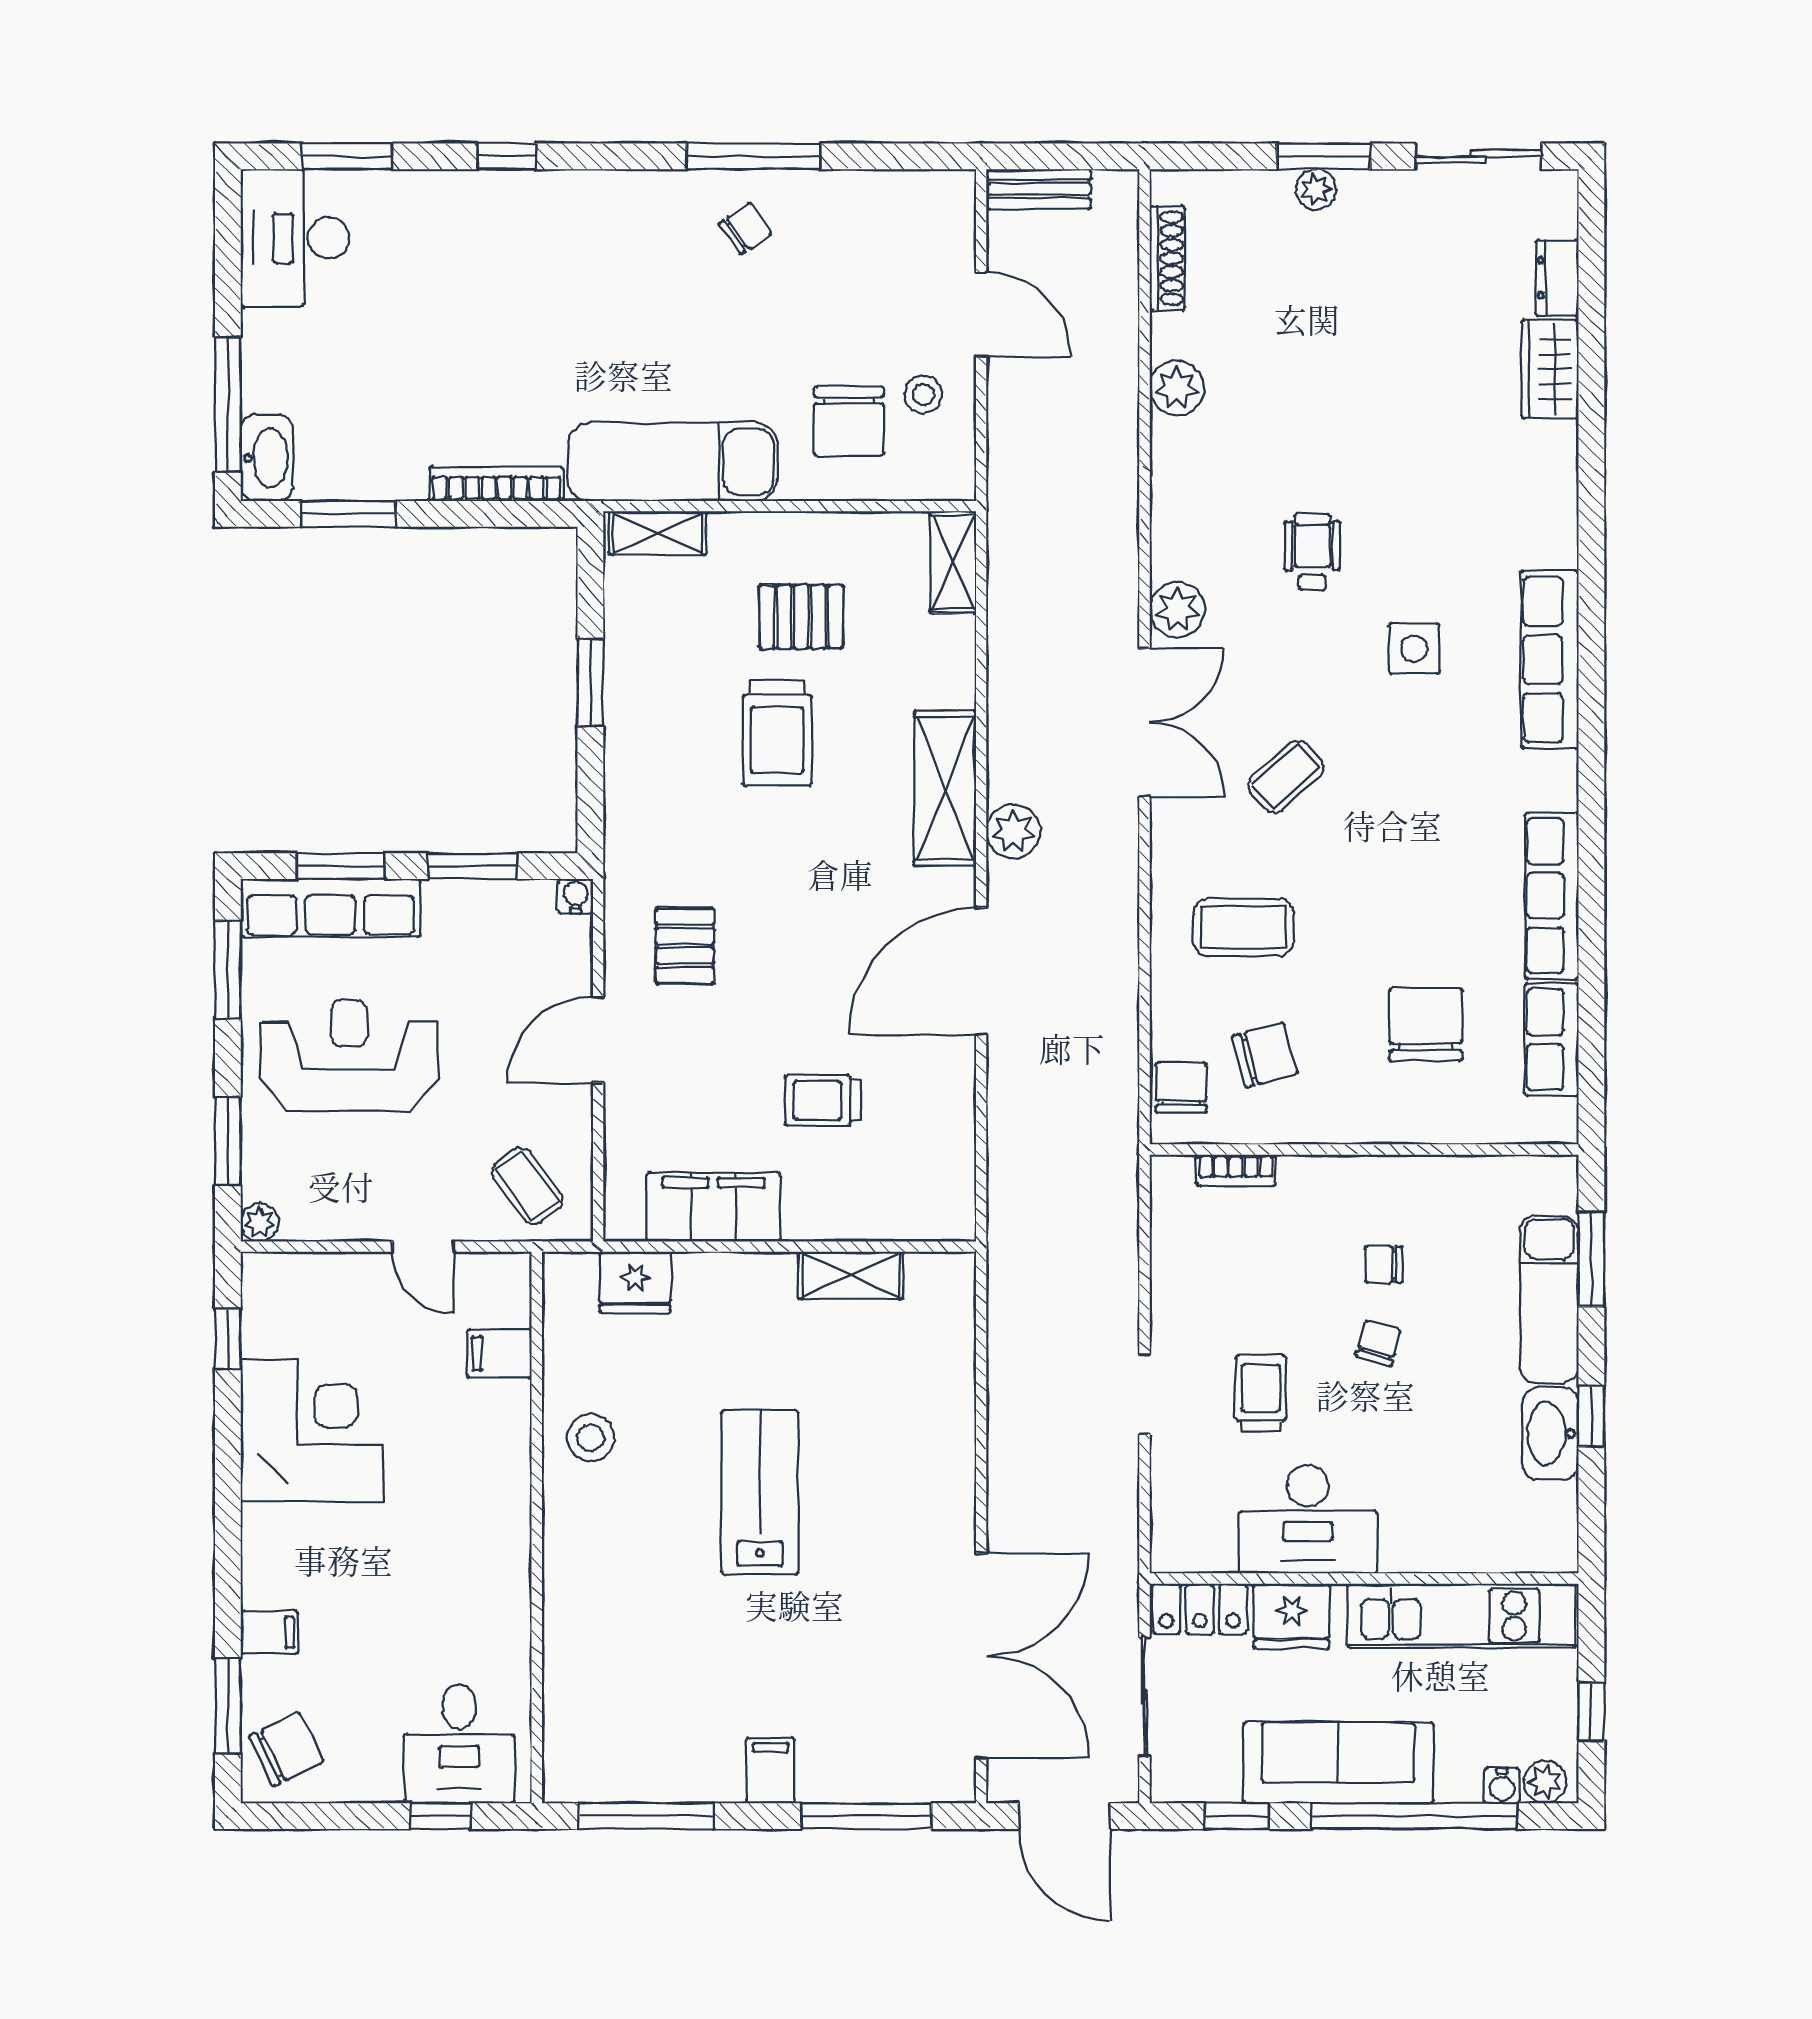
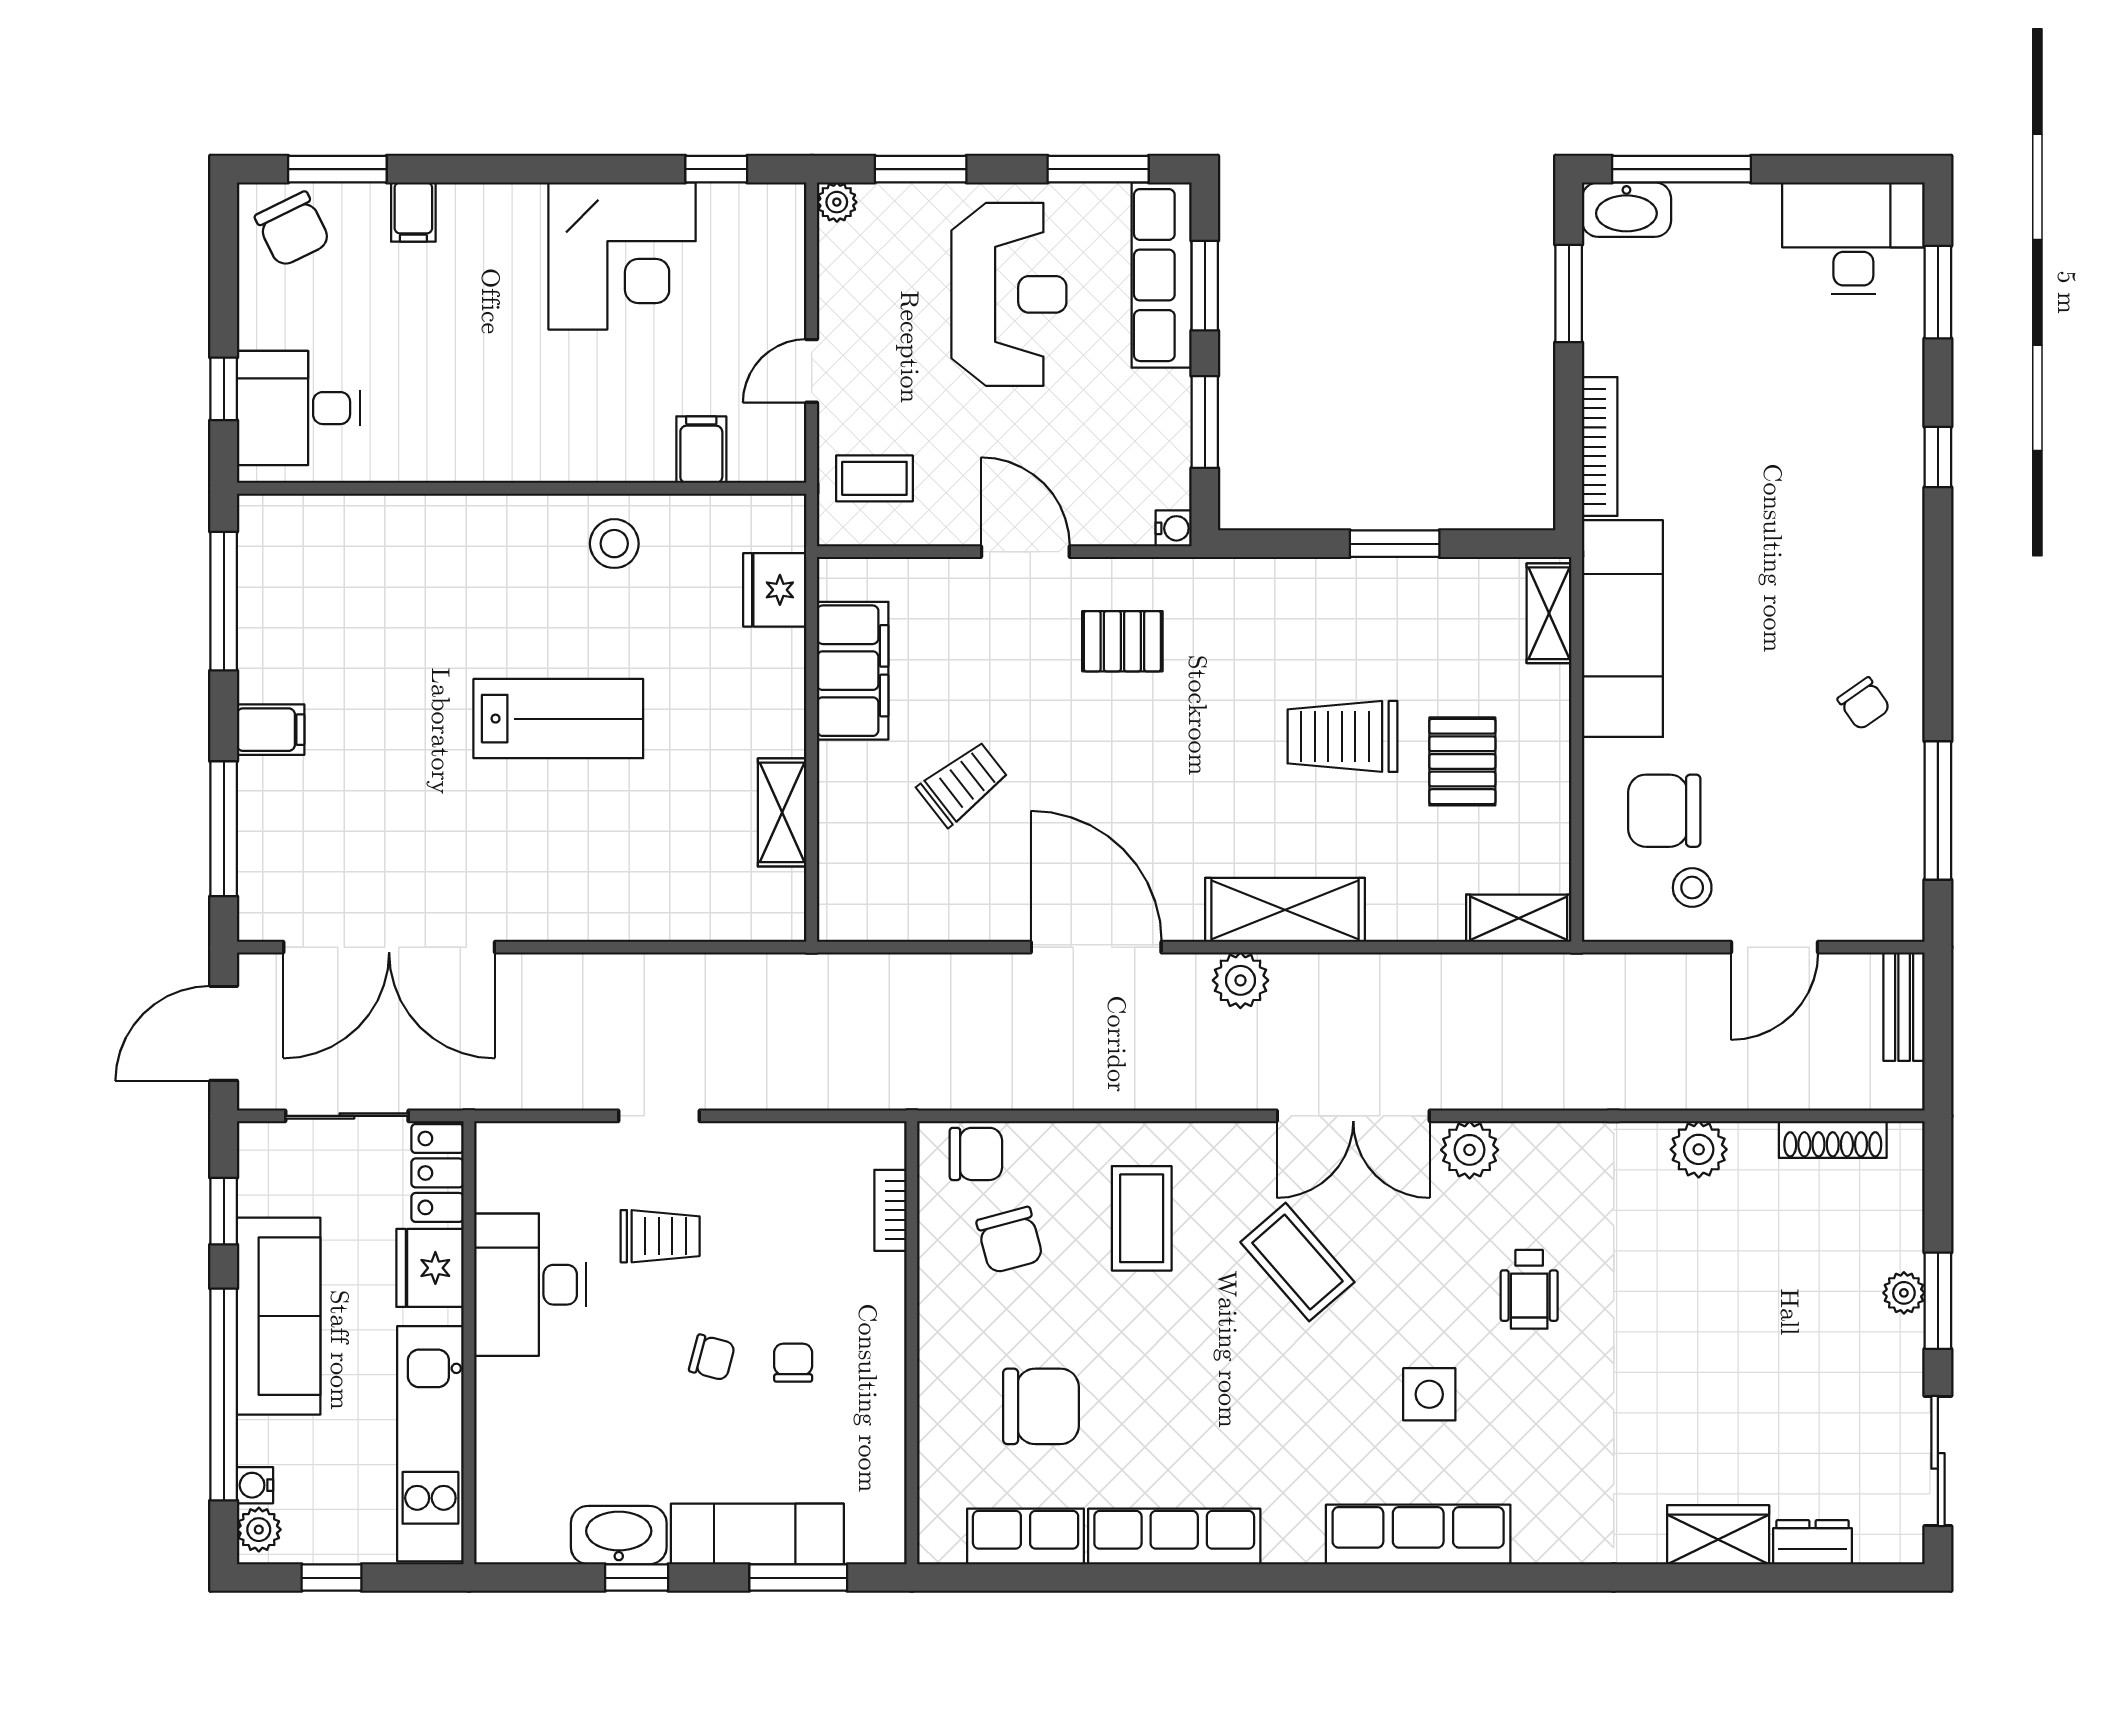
window: (753, 156) -> (1938, 811), moved
wheelchair: (1312, 552) -> (1529, 1289), turned 90
coffee table: (1286, 776) -> (1297, 1262), width x1.36, depth x1.30
trolley: (823, 1100) -> (963, 784), turned 52
coffee table: (527, 1186) -> (874, 478), turned 37

